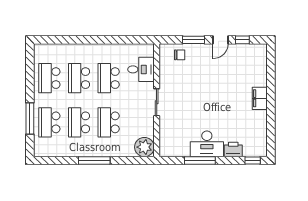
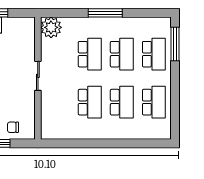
desk: (141, 69) -> (55, 112), removed
window: (30, 118) -> (175, 44), moved

